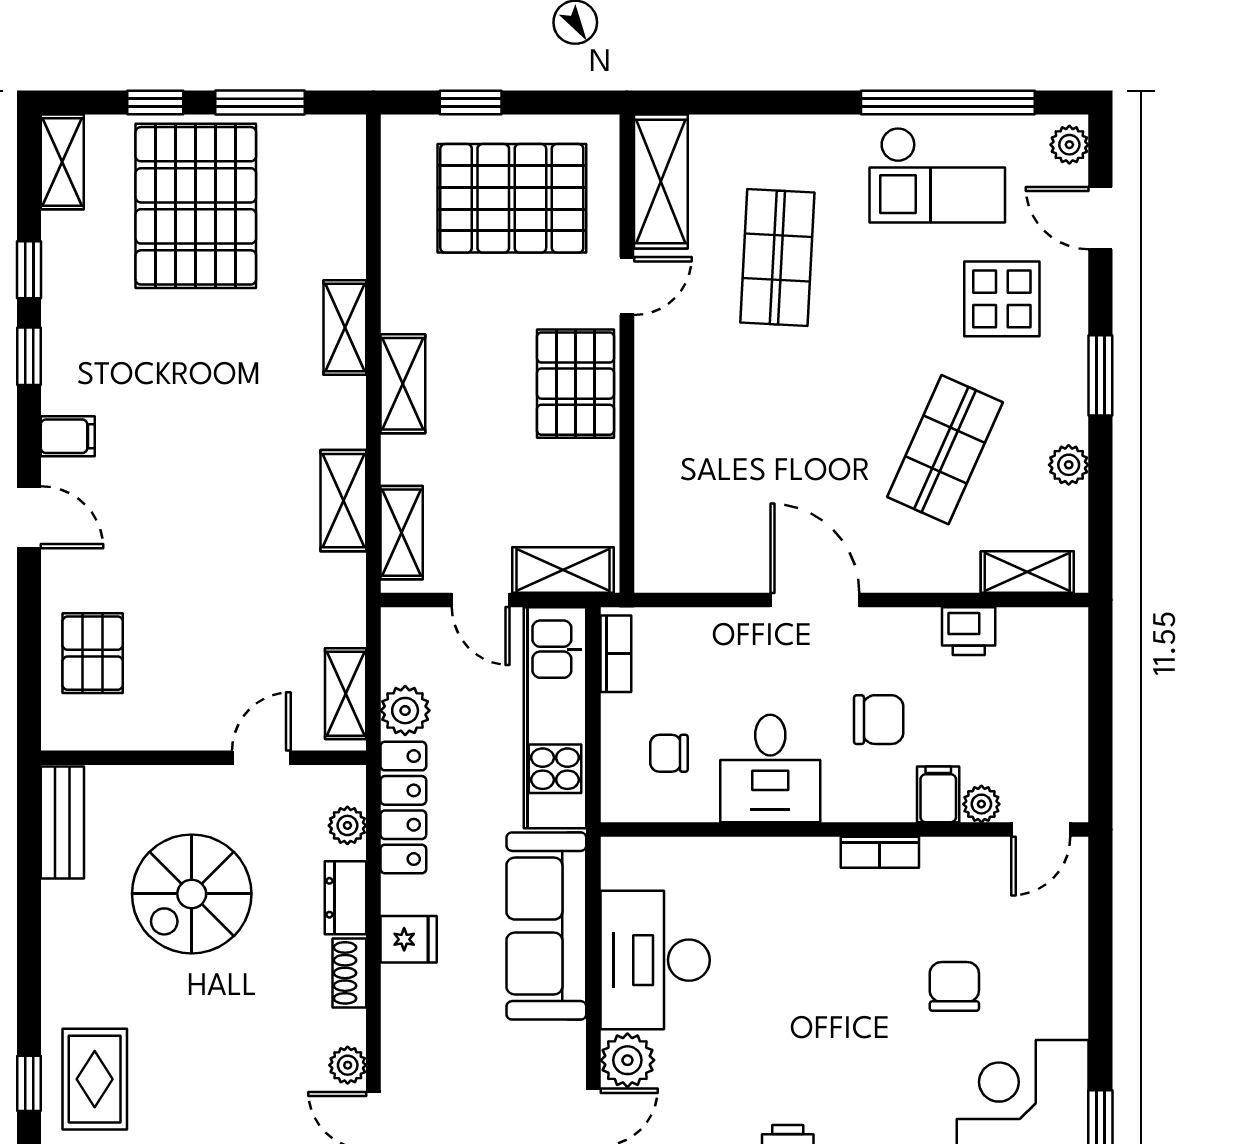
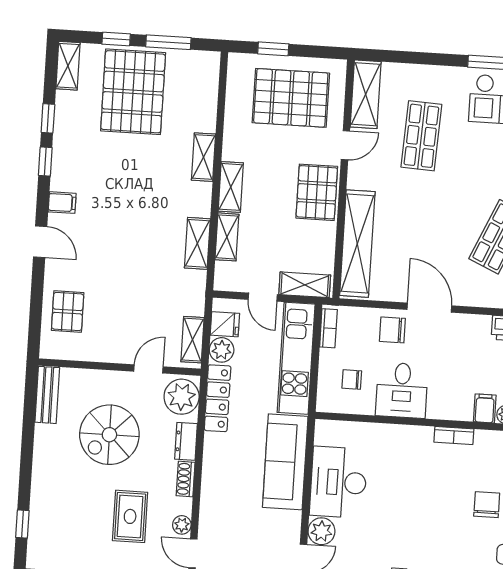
shelving: (663, 481) -> (357, 244), added
shelving: (402, 533) -> (227, 237), moved
chair: (879, 720) -> (392, 330), moved, turned 180
plant: (347, 825) -> (182, 397), width x1.88, depth x1.88
fridge: (409, 939) -> (225, 324), moved
rug: (95, 1079) -> (130, 516), moved

